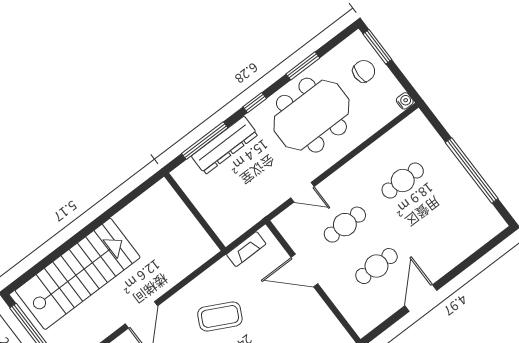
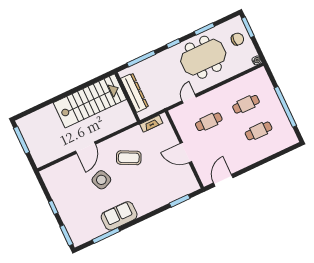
dresser: (225, 145) -> (135, 93), moved, turned -90
door: (302, 192) -> (189, 99), swing flipped
cafe table: (376, 266) -> (259, 131), moved
door: (305, 271) -> (186, 153), moved
stairs: (78, 274) -> (90, 101), moved
door: (421, 298) -> (223, 180), moved

